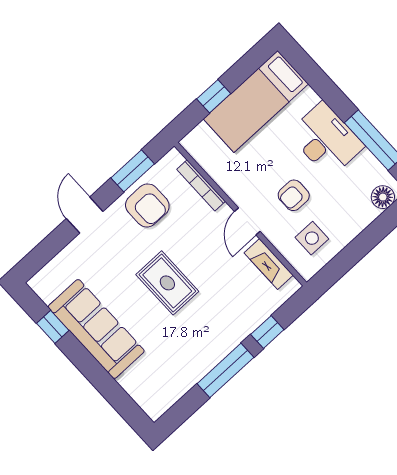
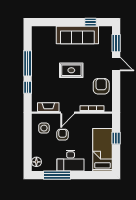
window: (133, 171) -> (116, 43), moved
armchair: (147, 205) -> (101, 86), turned 90
door: (247, 221) -> (68, 113), swing flipped

